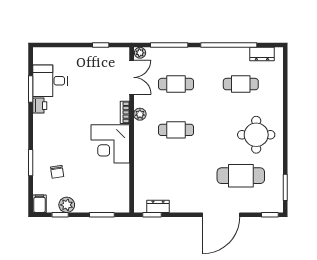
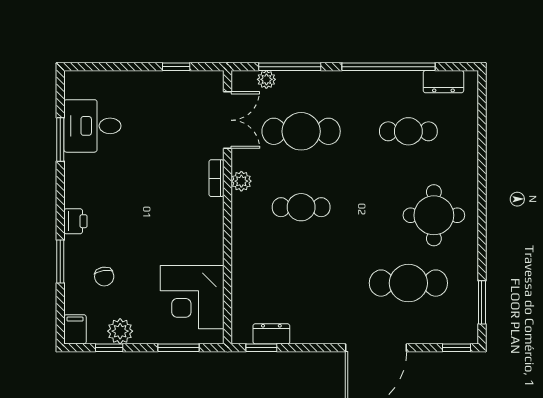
plant: (140, 53) -> (266, 79), moved
cafe table: (176, 84) -> (301, 131), width x1.37, depth x1.35
printer: (40, 106) -> (75, 221), moved
corner desk: (110, 144) -> (192, 297), moved

